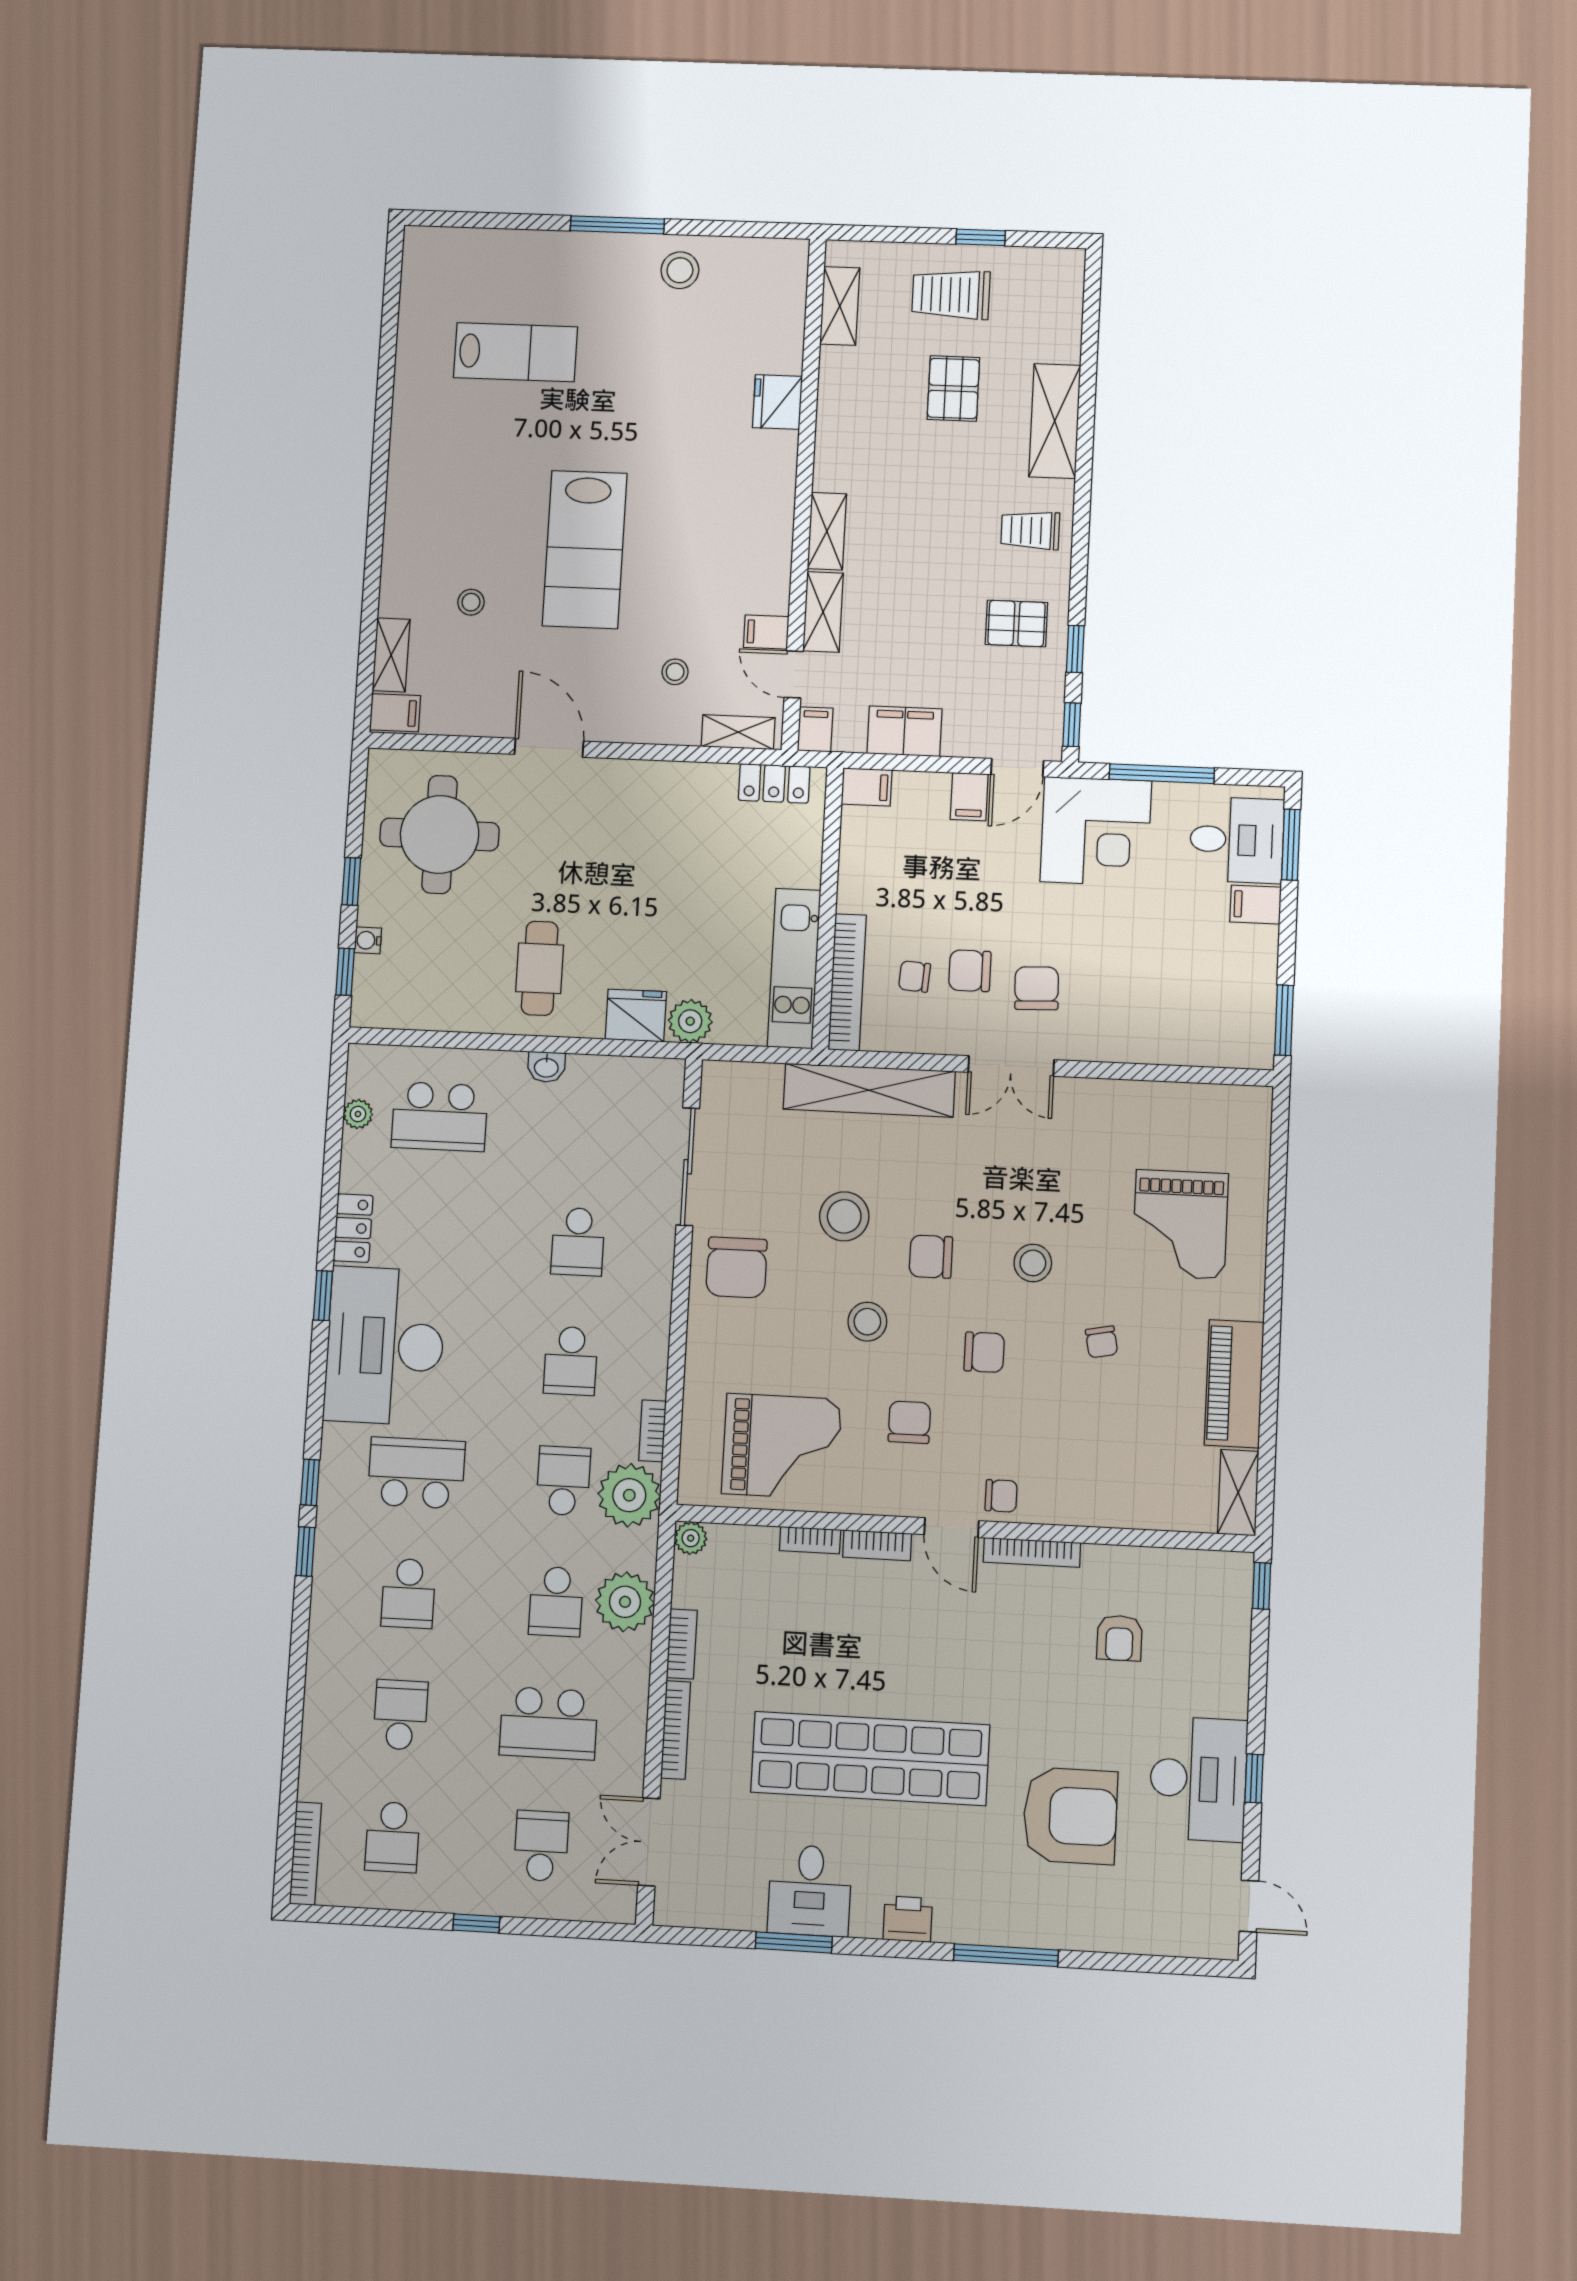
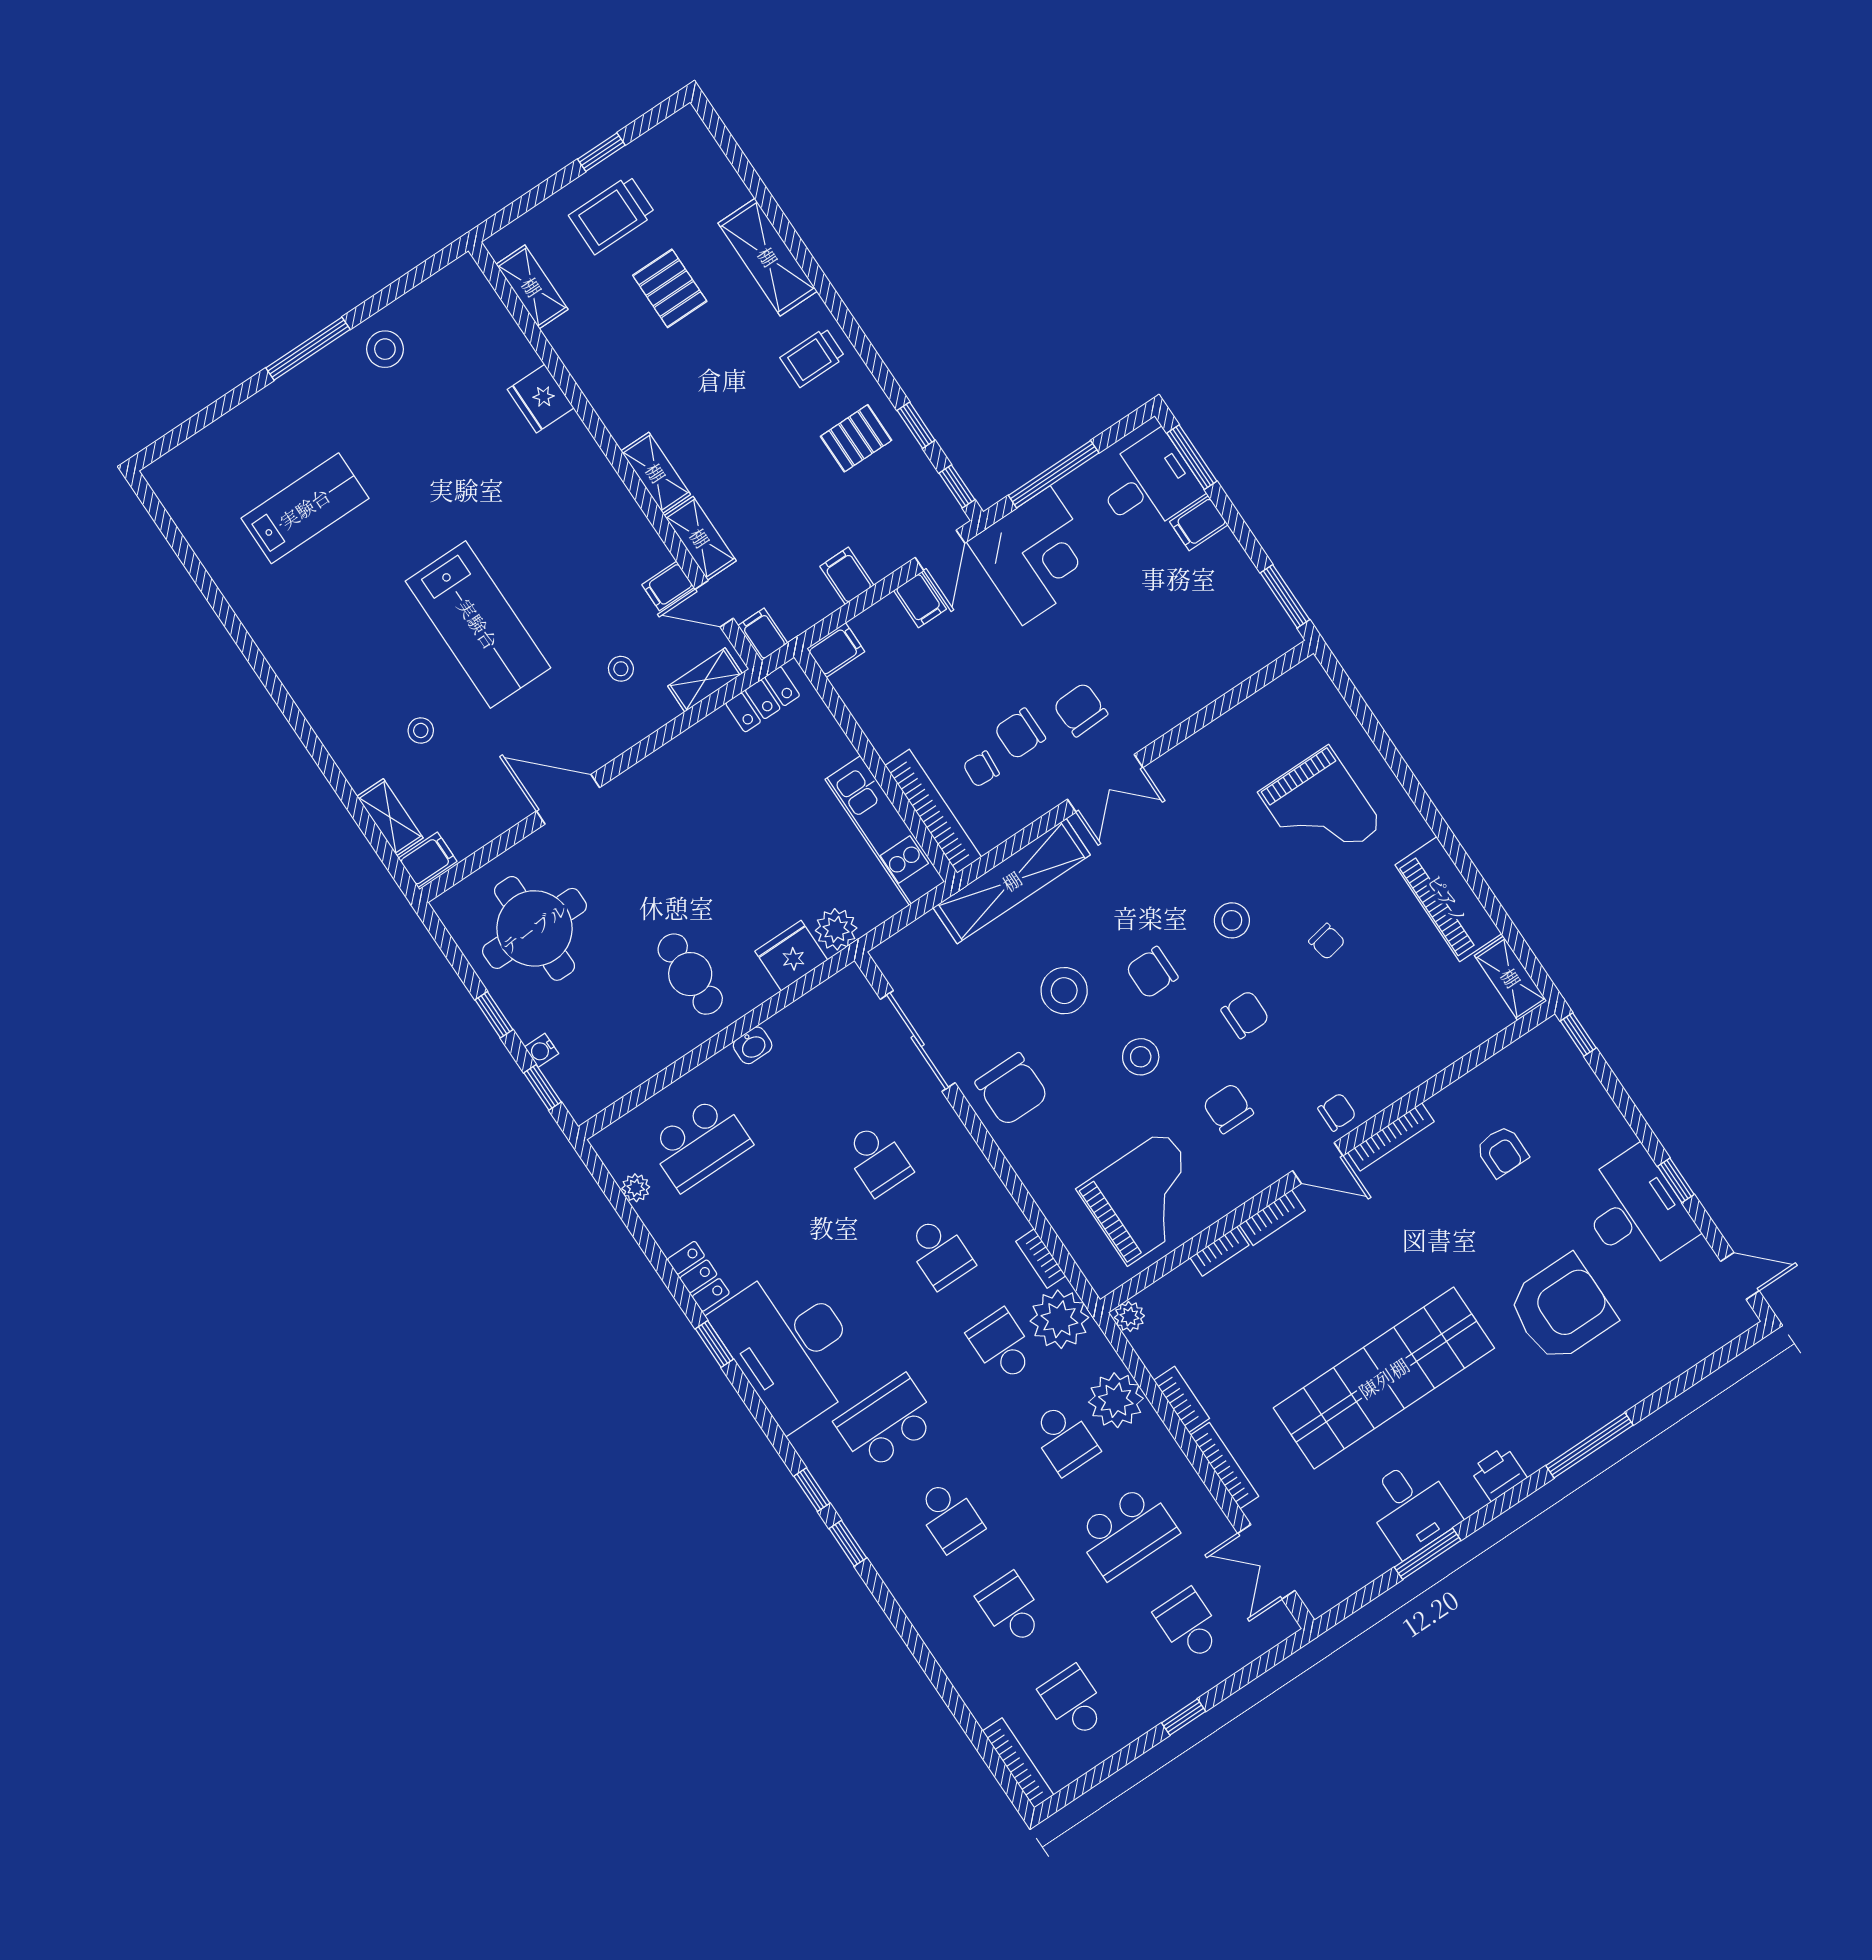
filing cabinet: (904, 731) -> (847, 576), width x0.50
school desk: (392, 1837) -> (1074, 1702), turned 180

